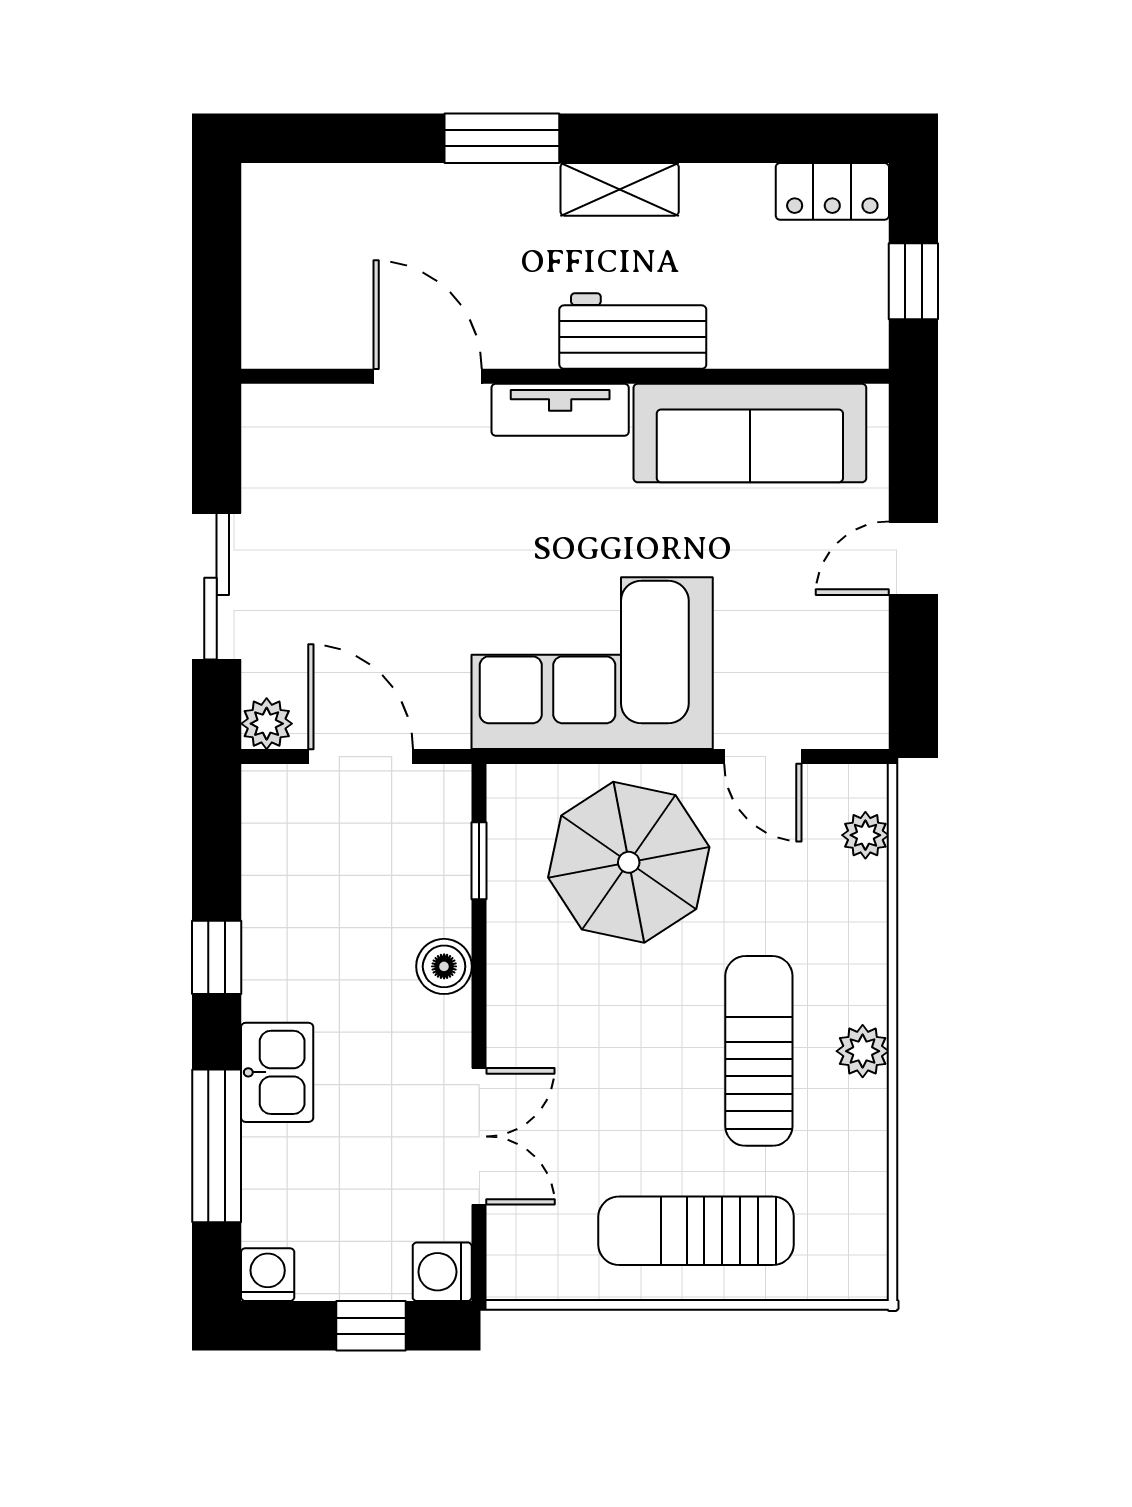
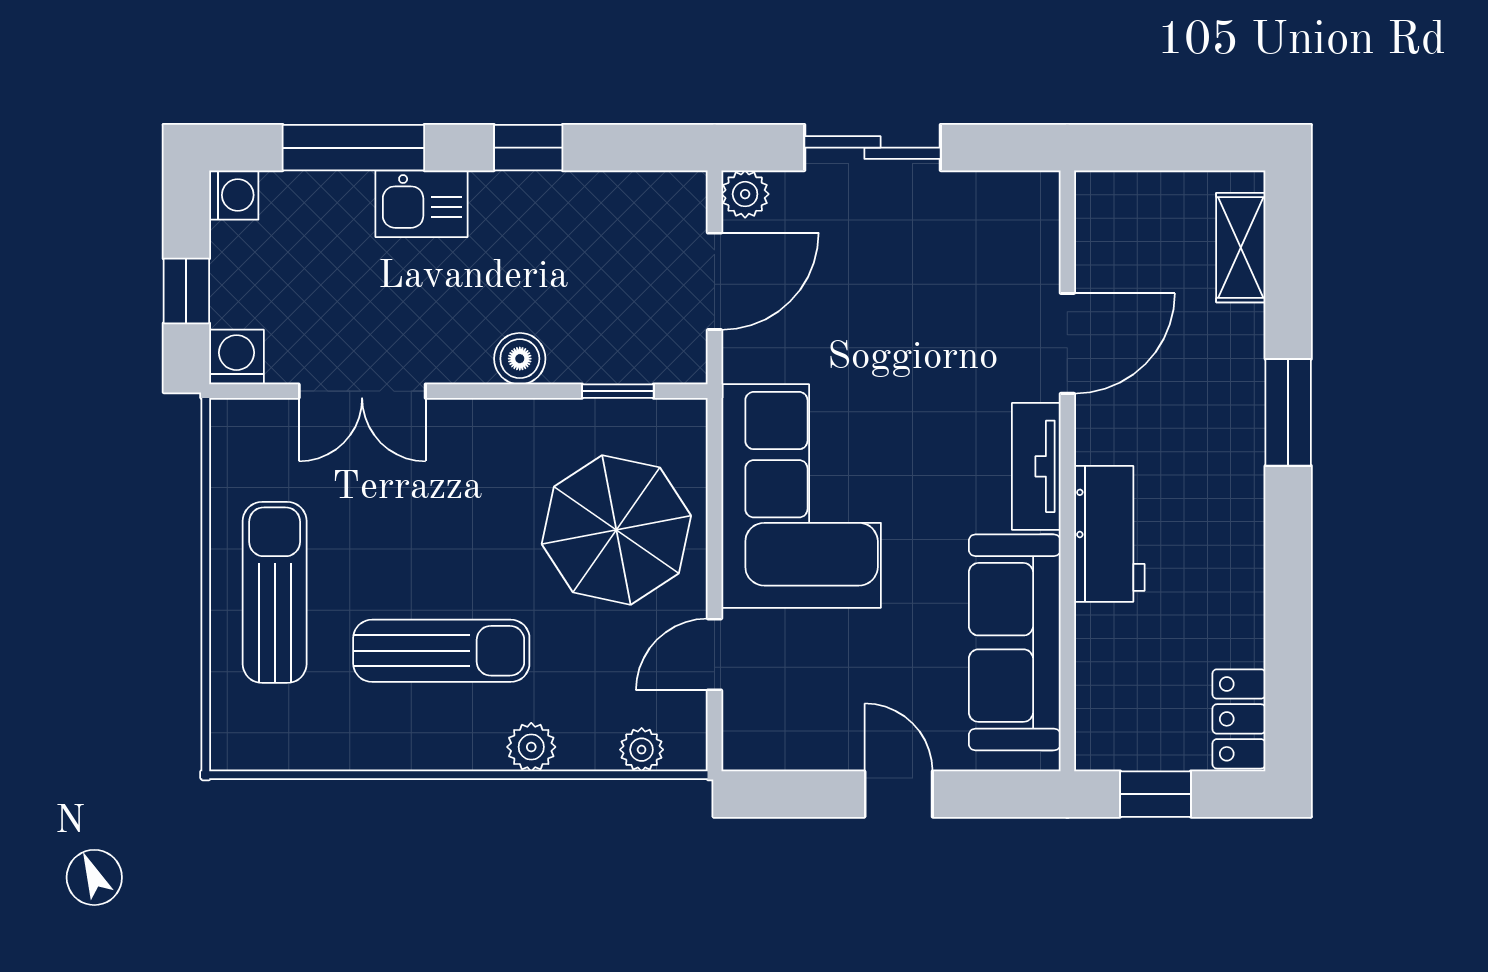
shelving: (620, 189) -> (1241, 248), moved
plant: (863, 1051) -> (531, 747), moved

